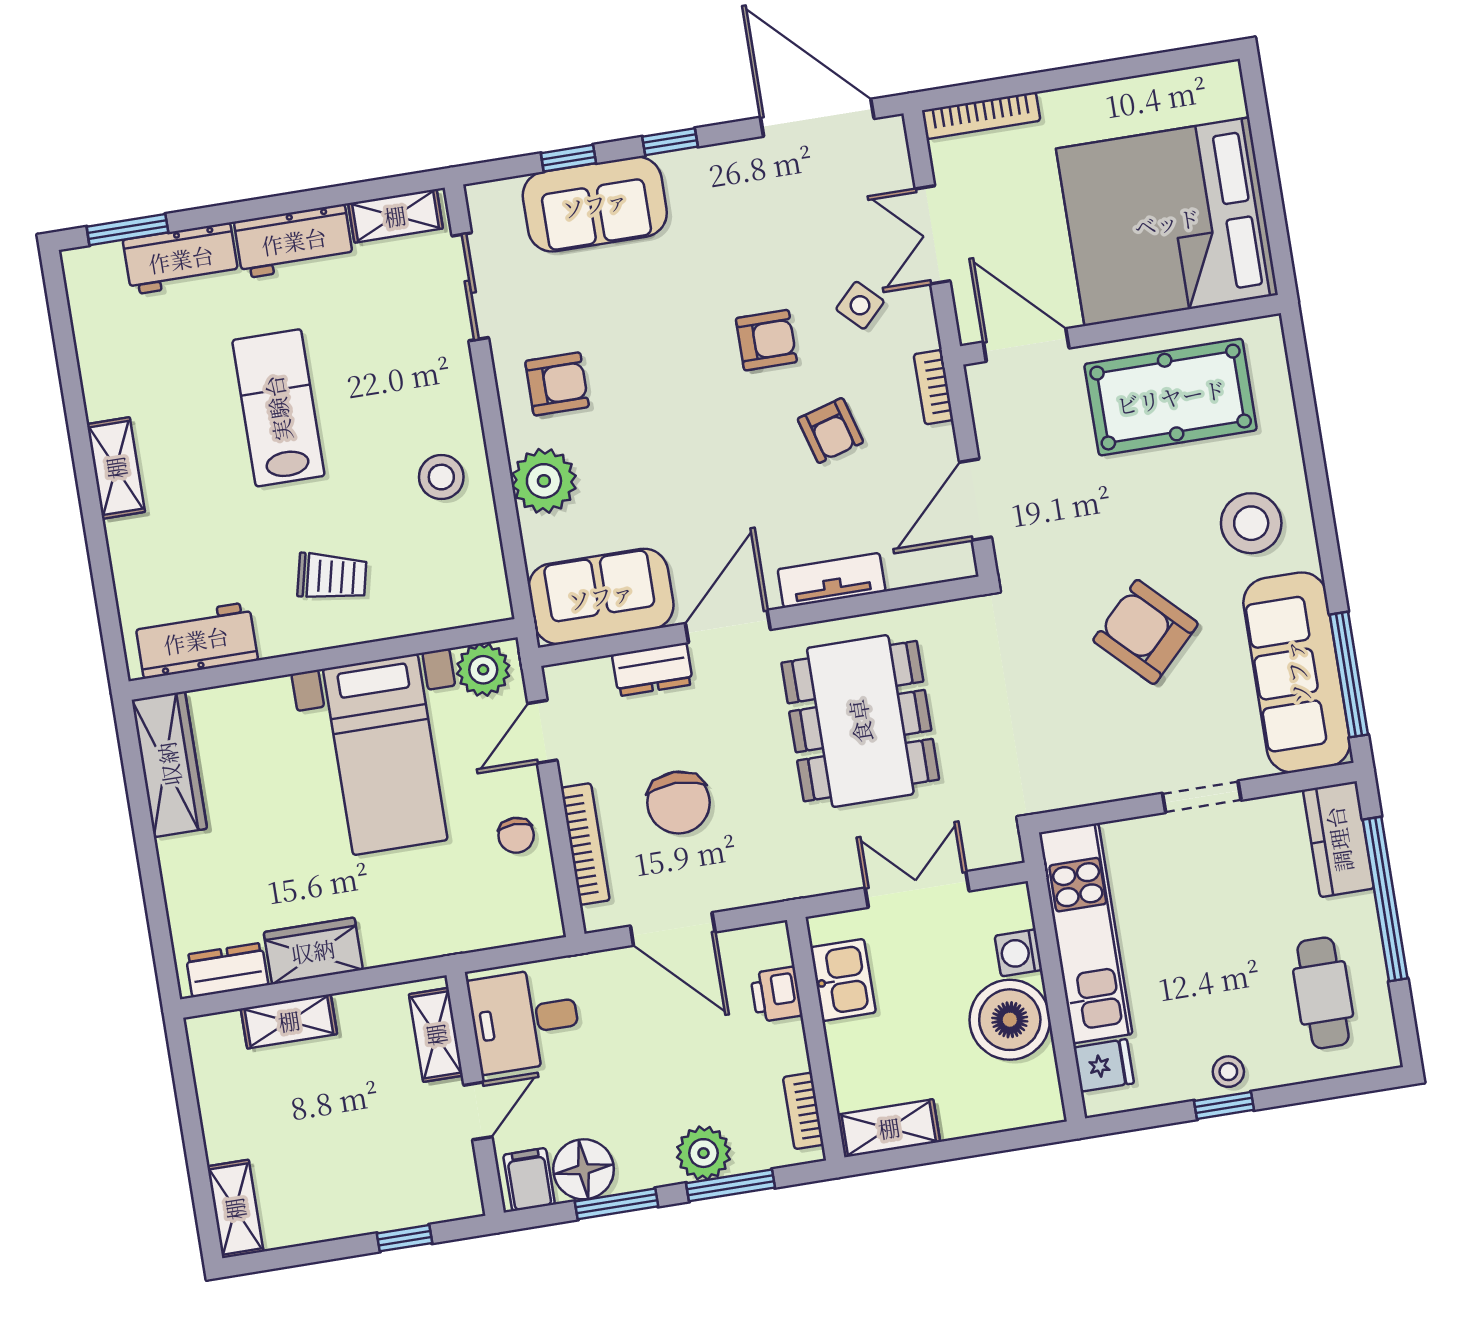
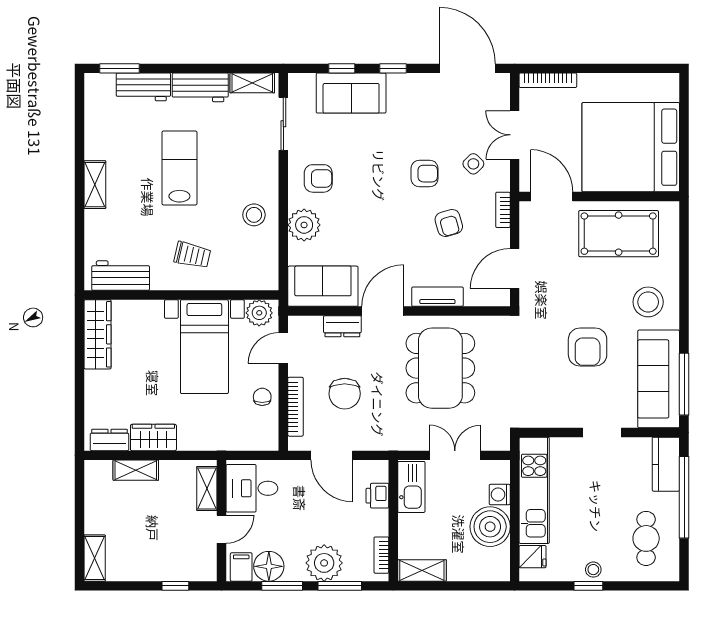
armchair: (1145, 632) -> (588, 347), turned -135
chair: (516, 835) -> (262, 397), turned 180
kitchen sink: (843, 980) -> (411, 487), width x1.38
plant: (703, 1153) -> (324, 563), width x1.36, depth x1.36

